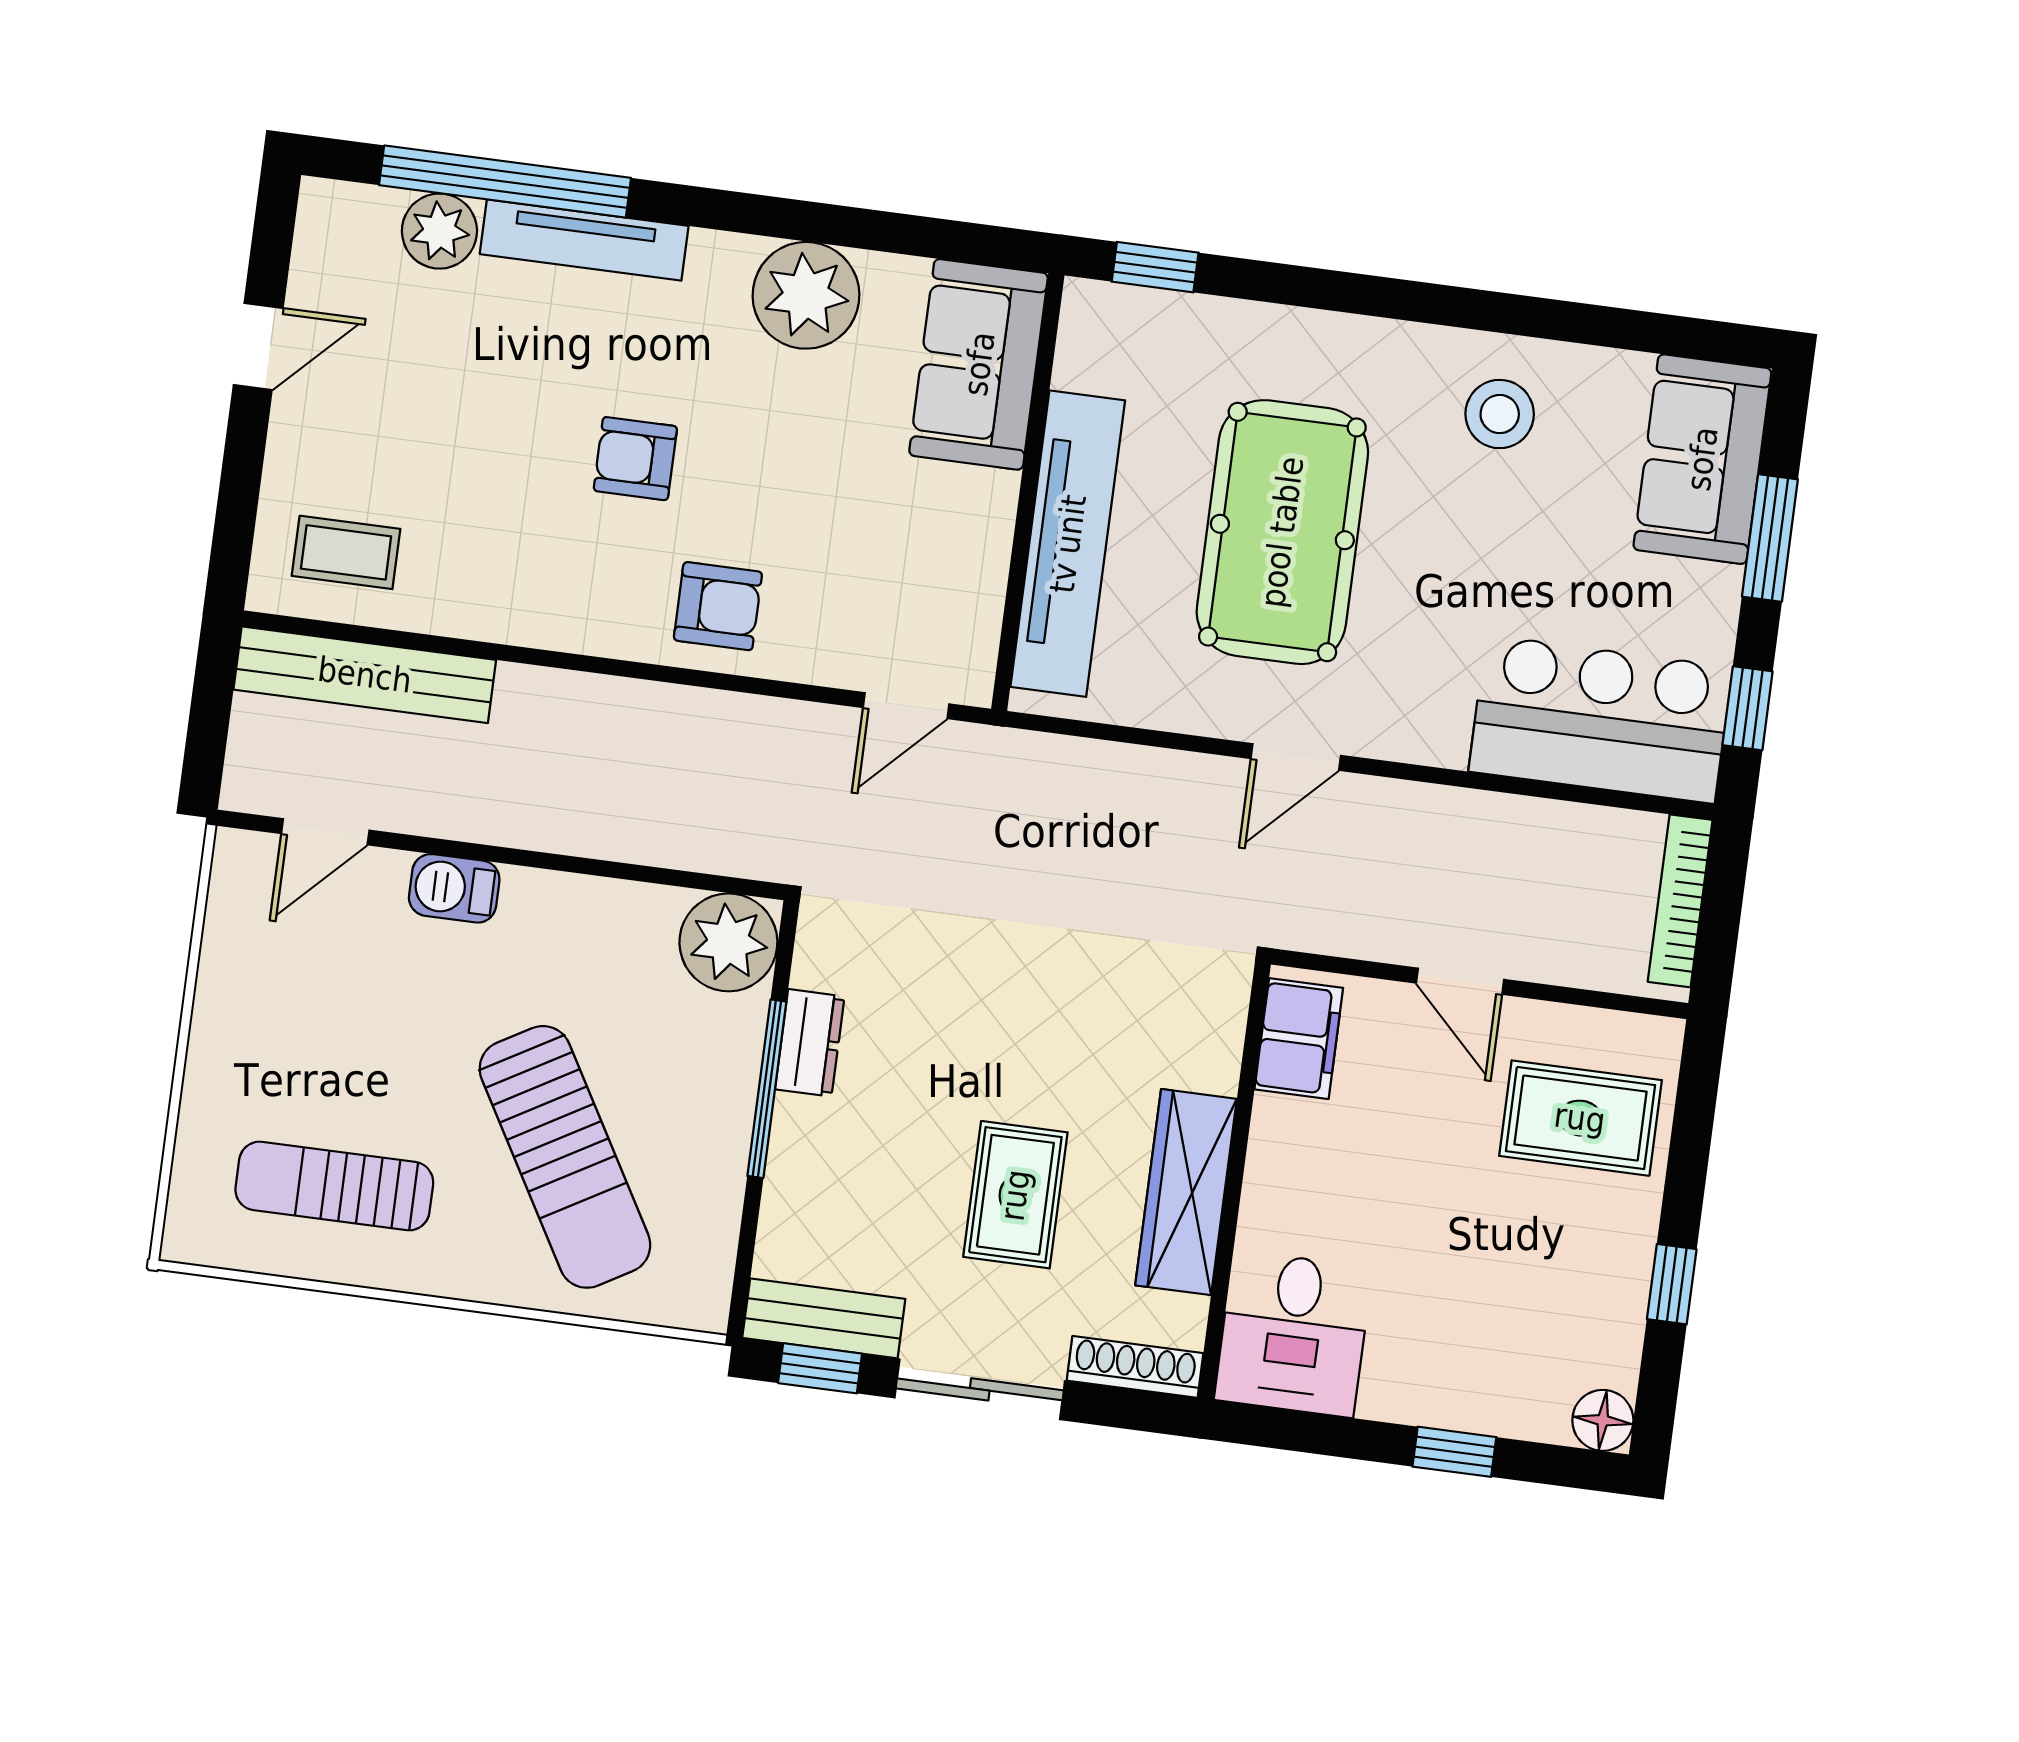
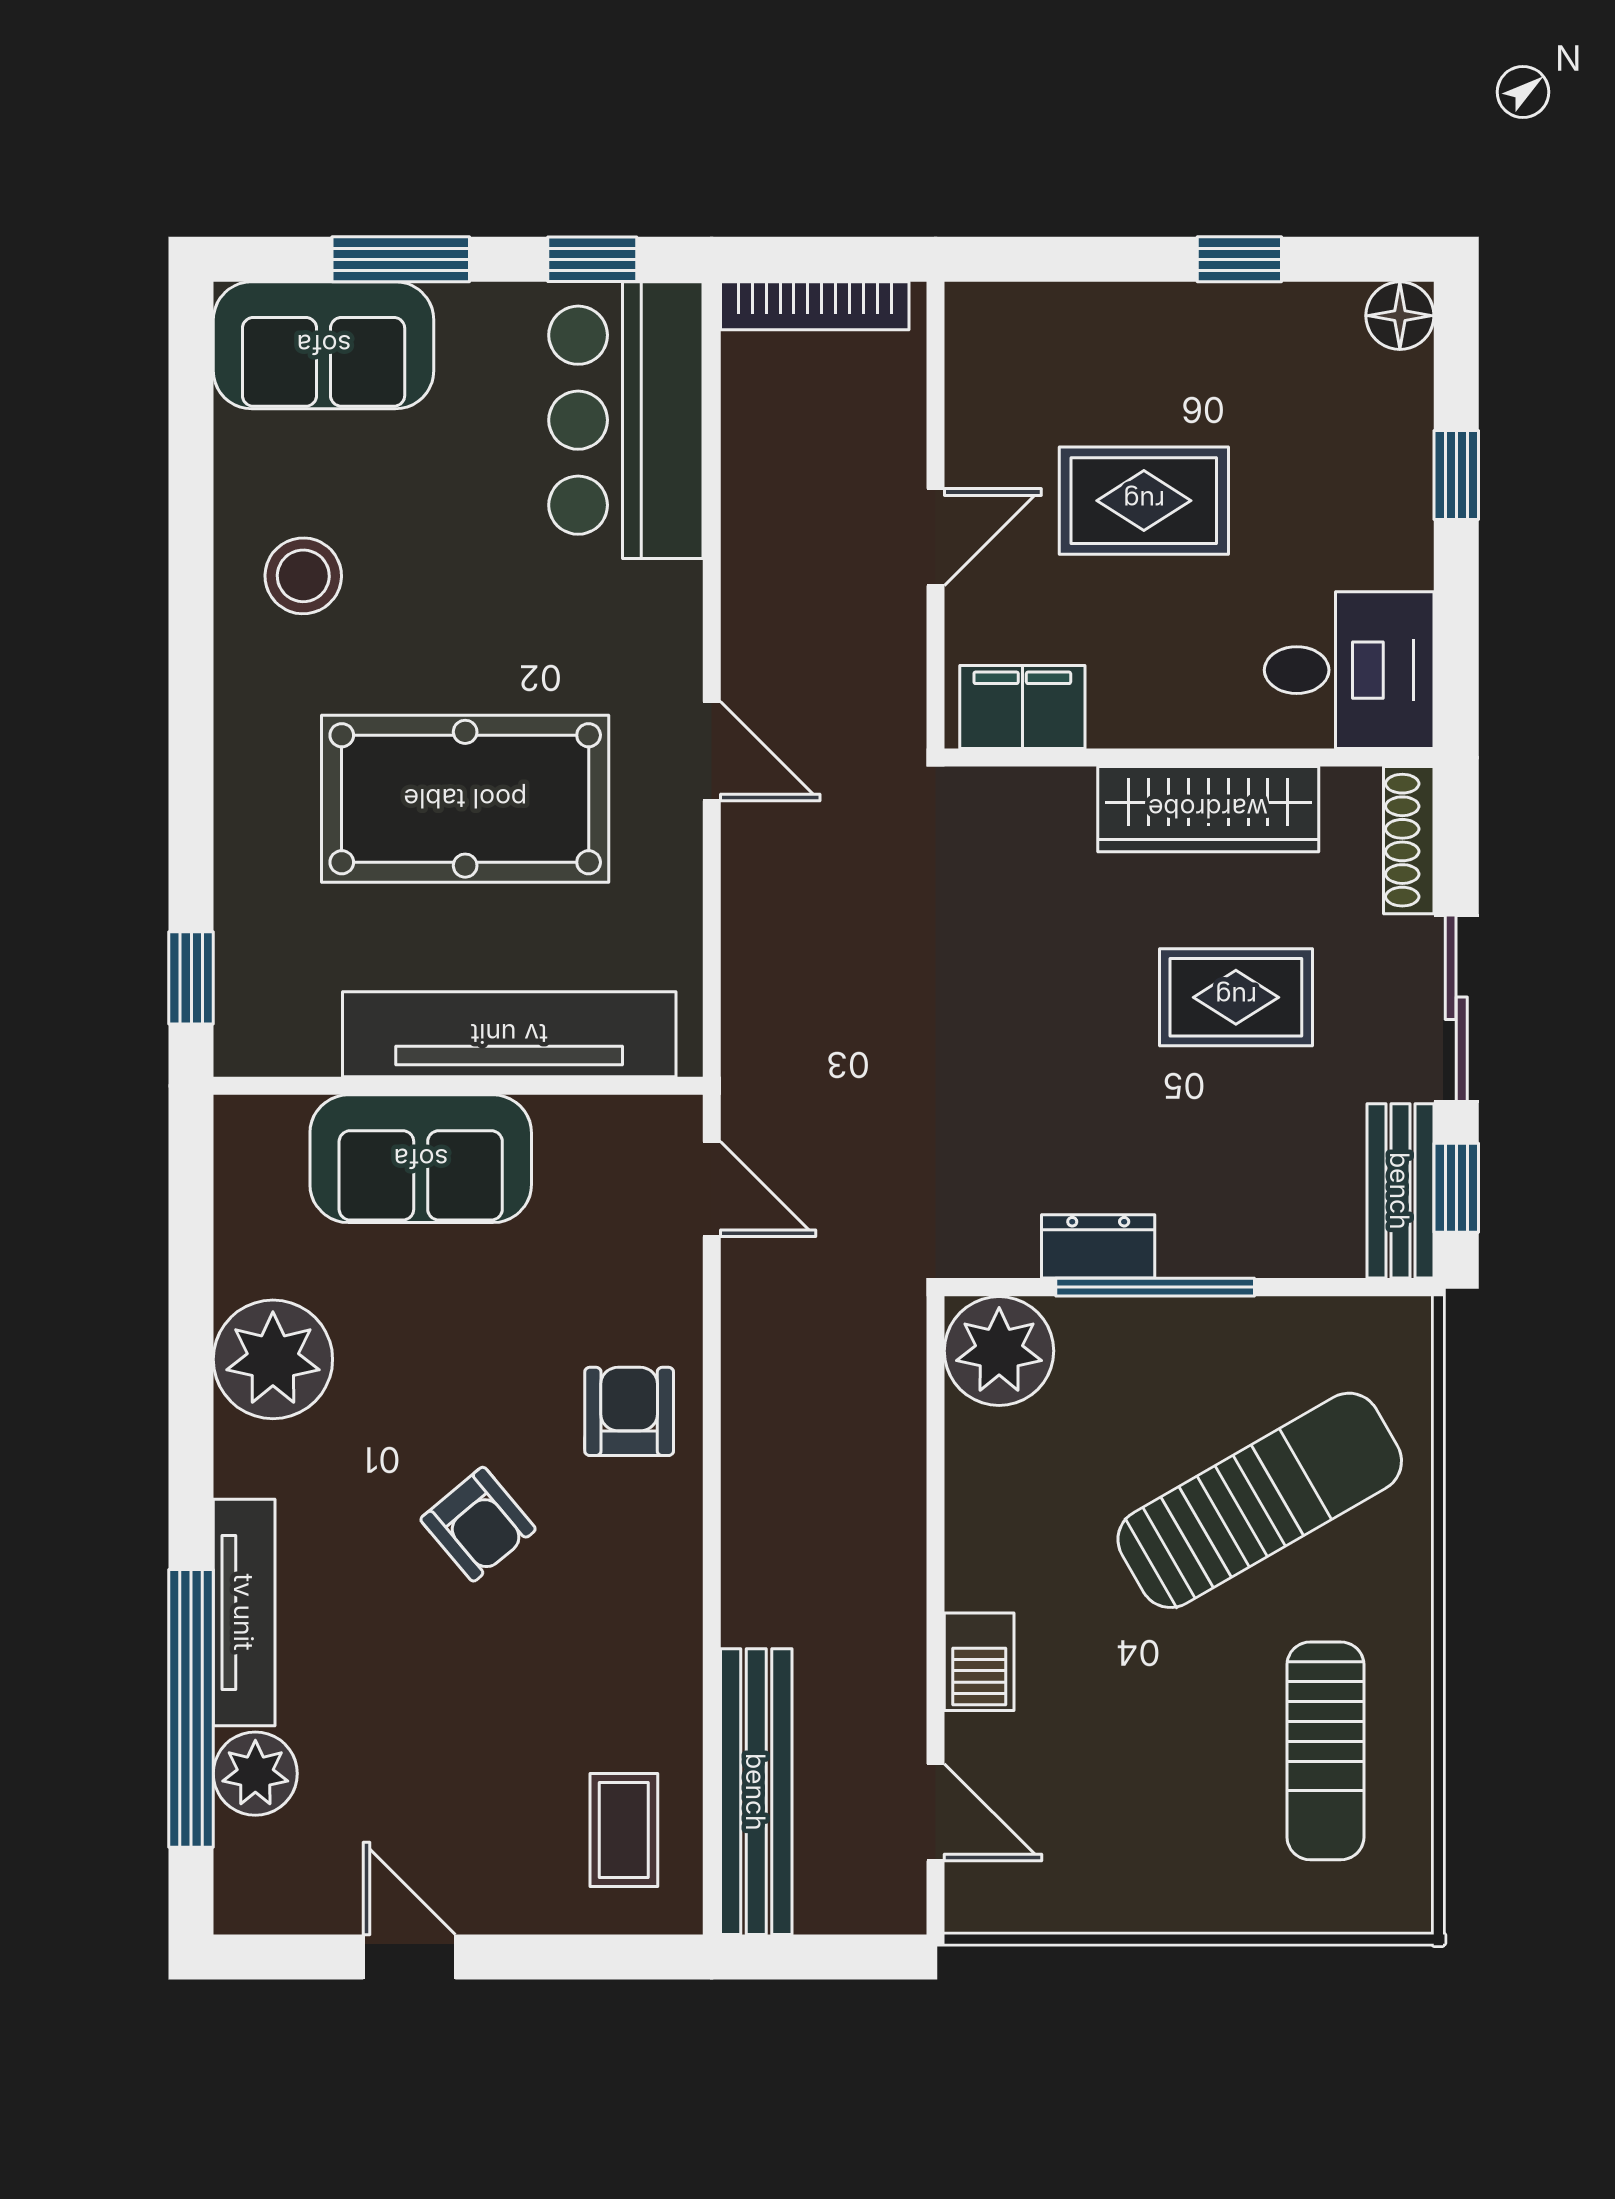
sofa: (979, 364) -> (421, 1159), moved
armchair: (635, 459) -> (478, 1524), turned -40
rug: (1580, 1118) -> (1144, 501), moved, turned 90

